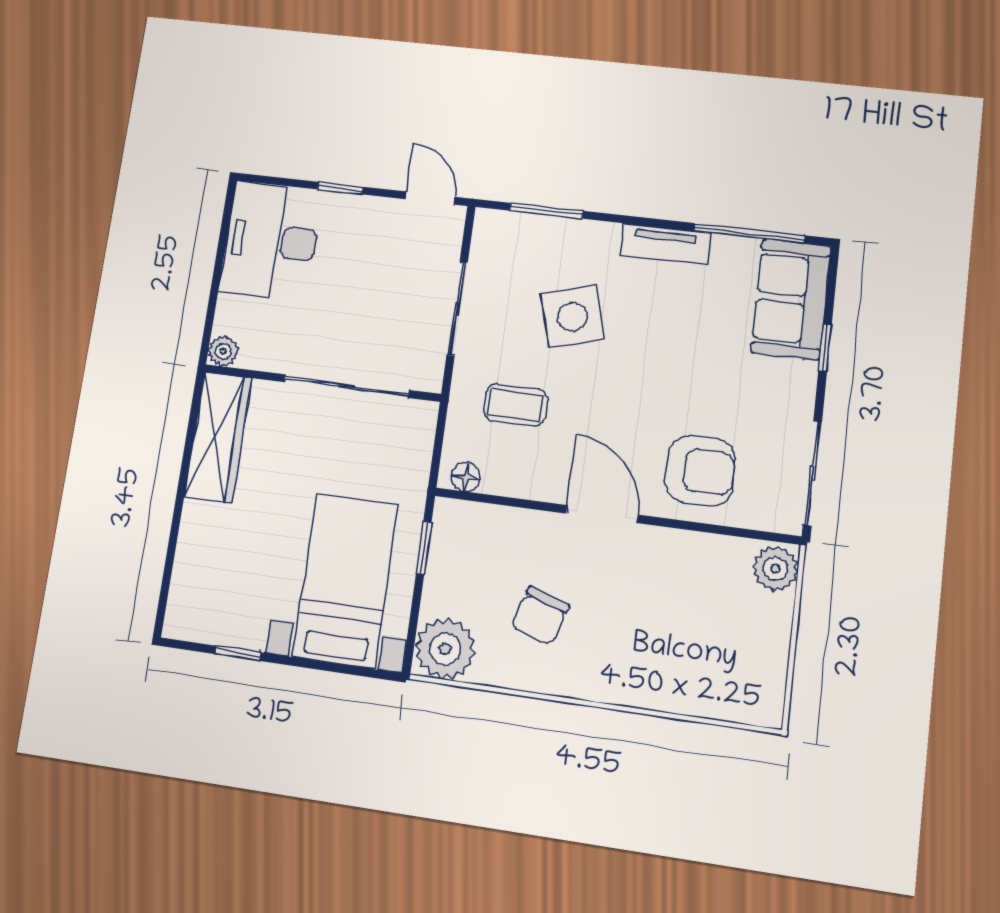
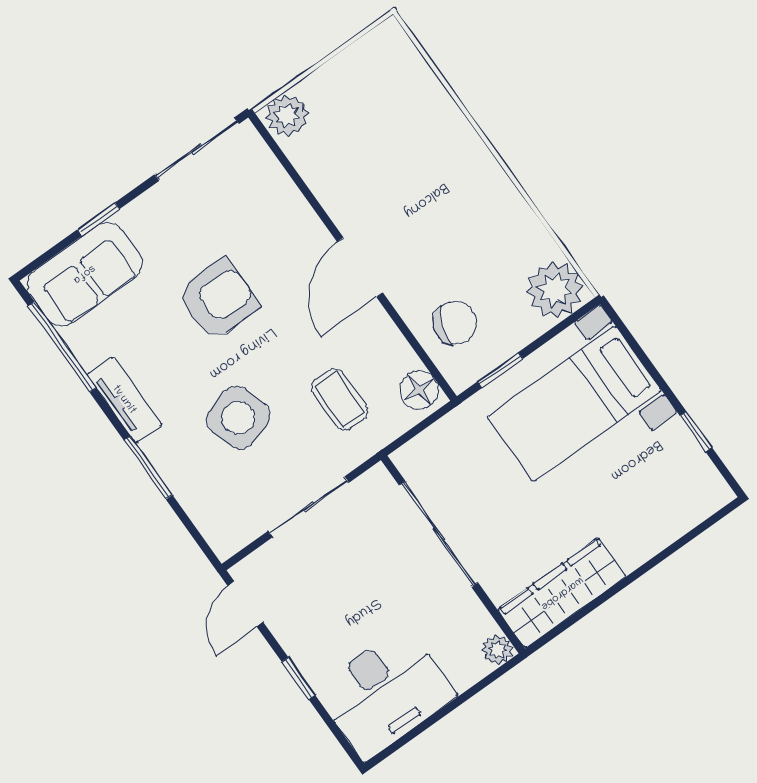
window: (546, 211) -> (148, 468), moved
armchair: (700, 471) -> (218, 299), moved, turned 90
floor lamp: (466, 477) -> (419, 390), width x1.37, depth x1.37
chair: (540, 616) -> (455, 323), moved

